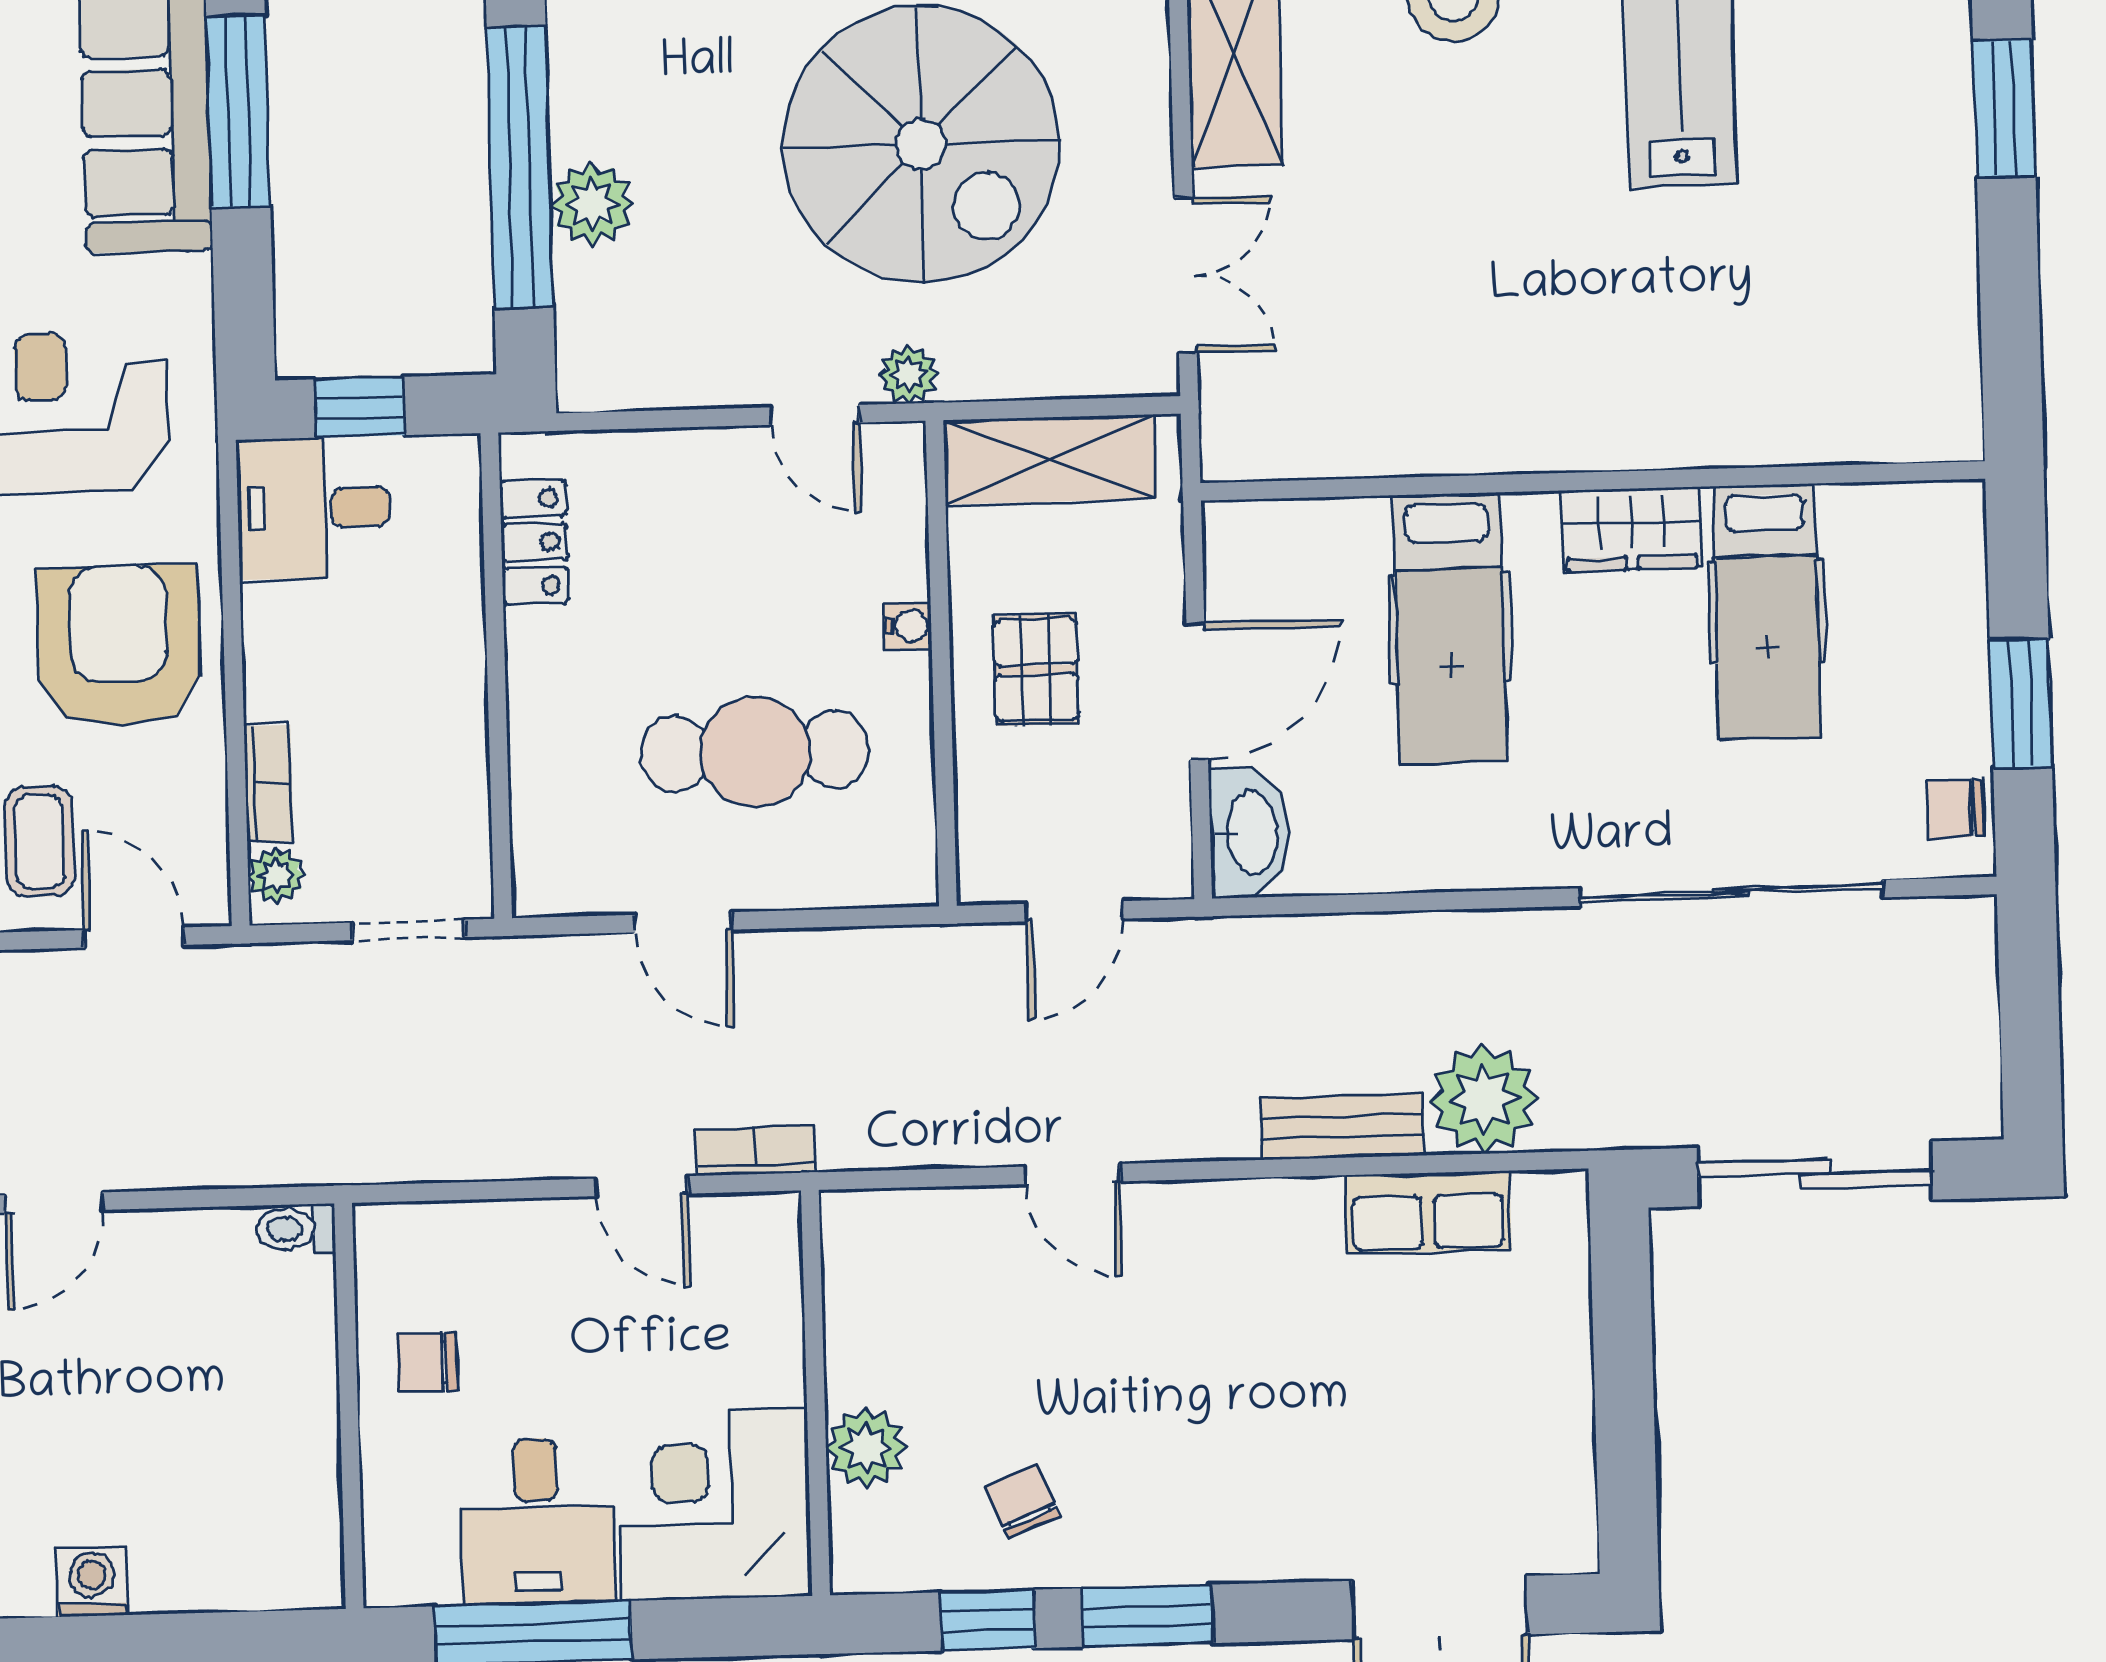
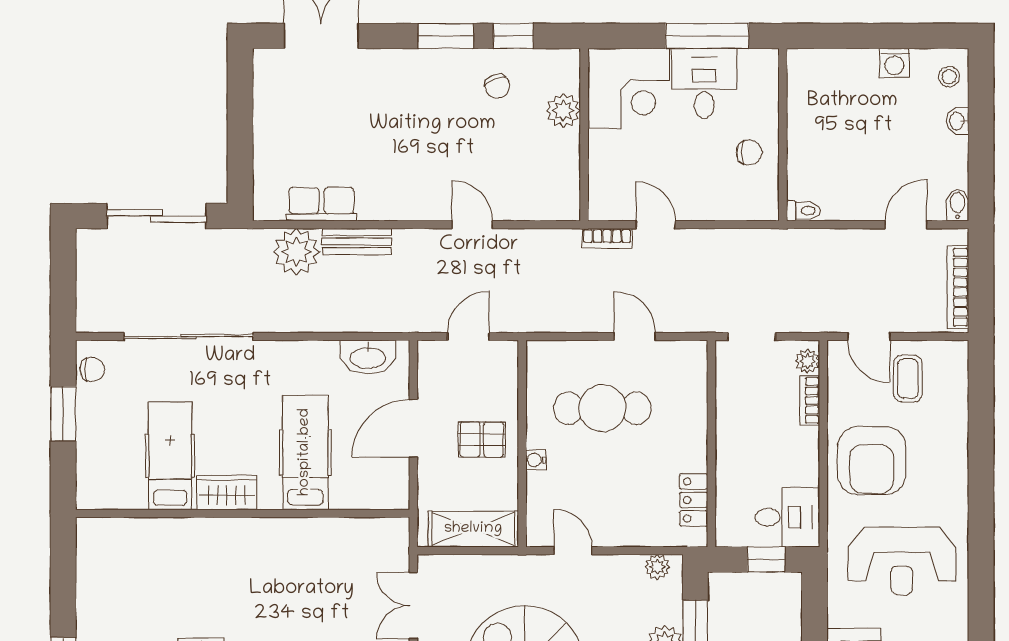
plant: (908, 374) -> (657, 567), moved
pallet: (1036, 670) -> (482, 440), turned 90
washbasin: (1250, 833) -> (368, 357), moved, turned -90

